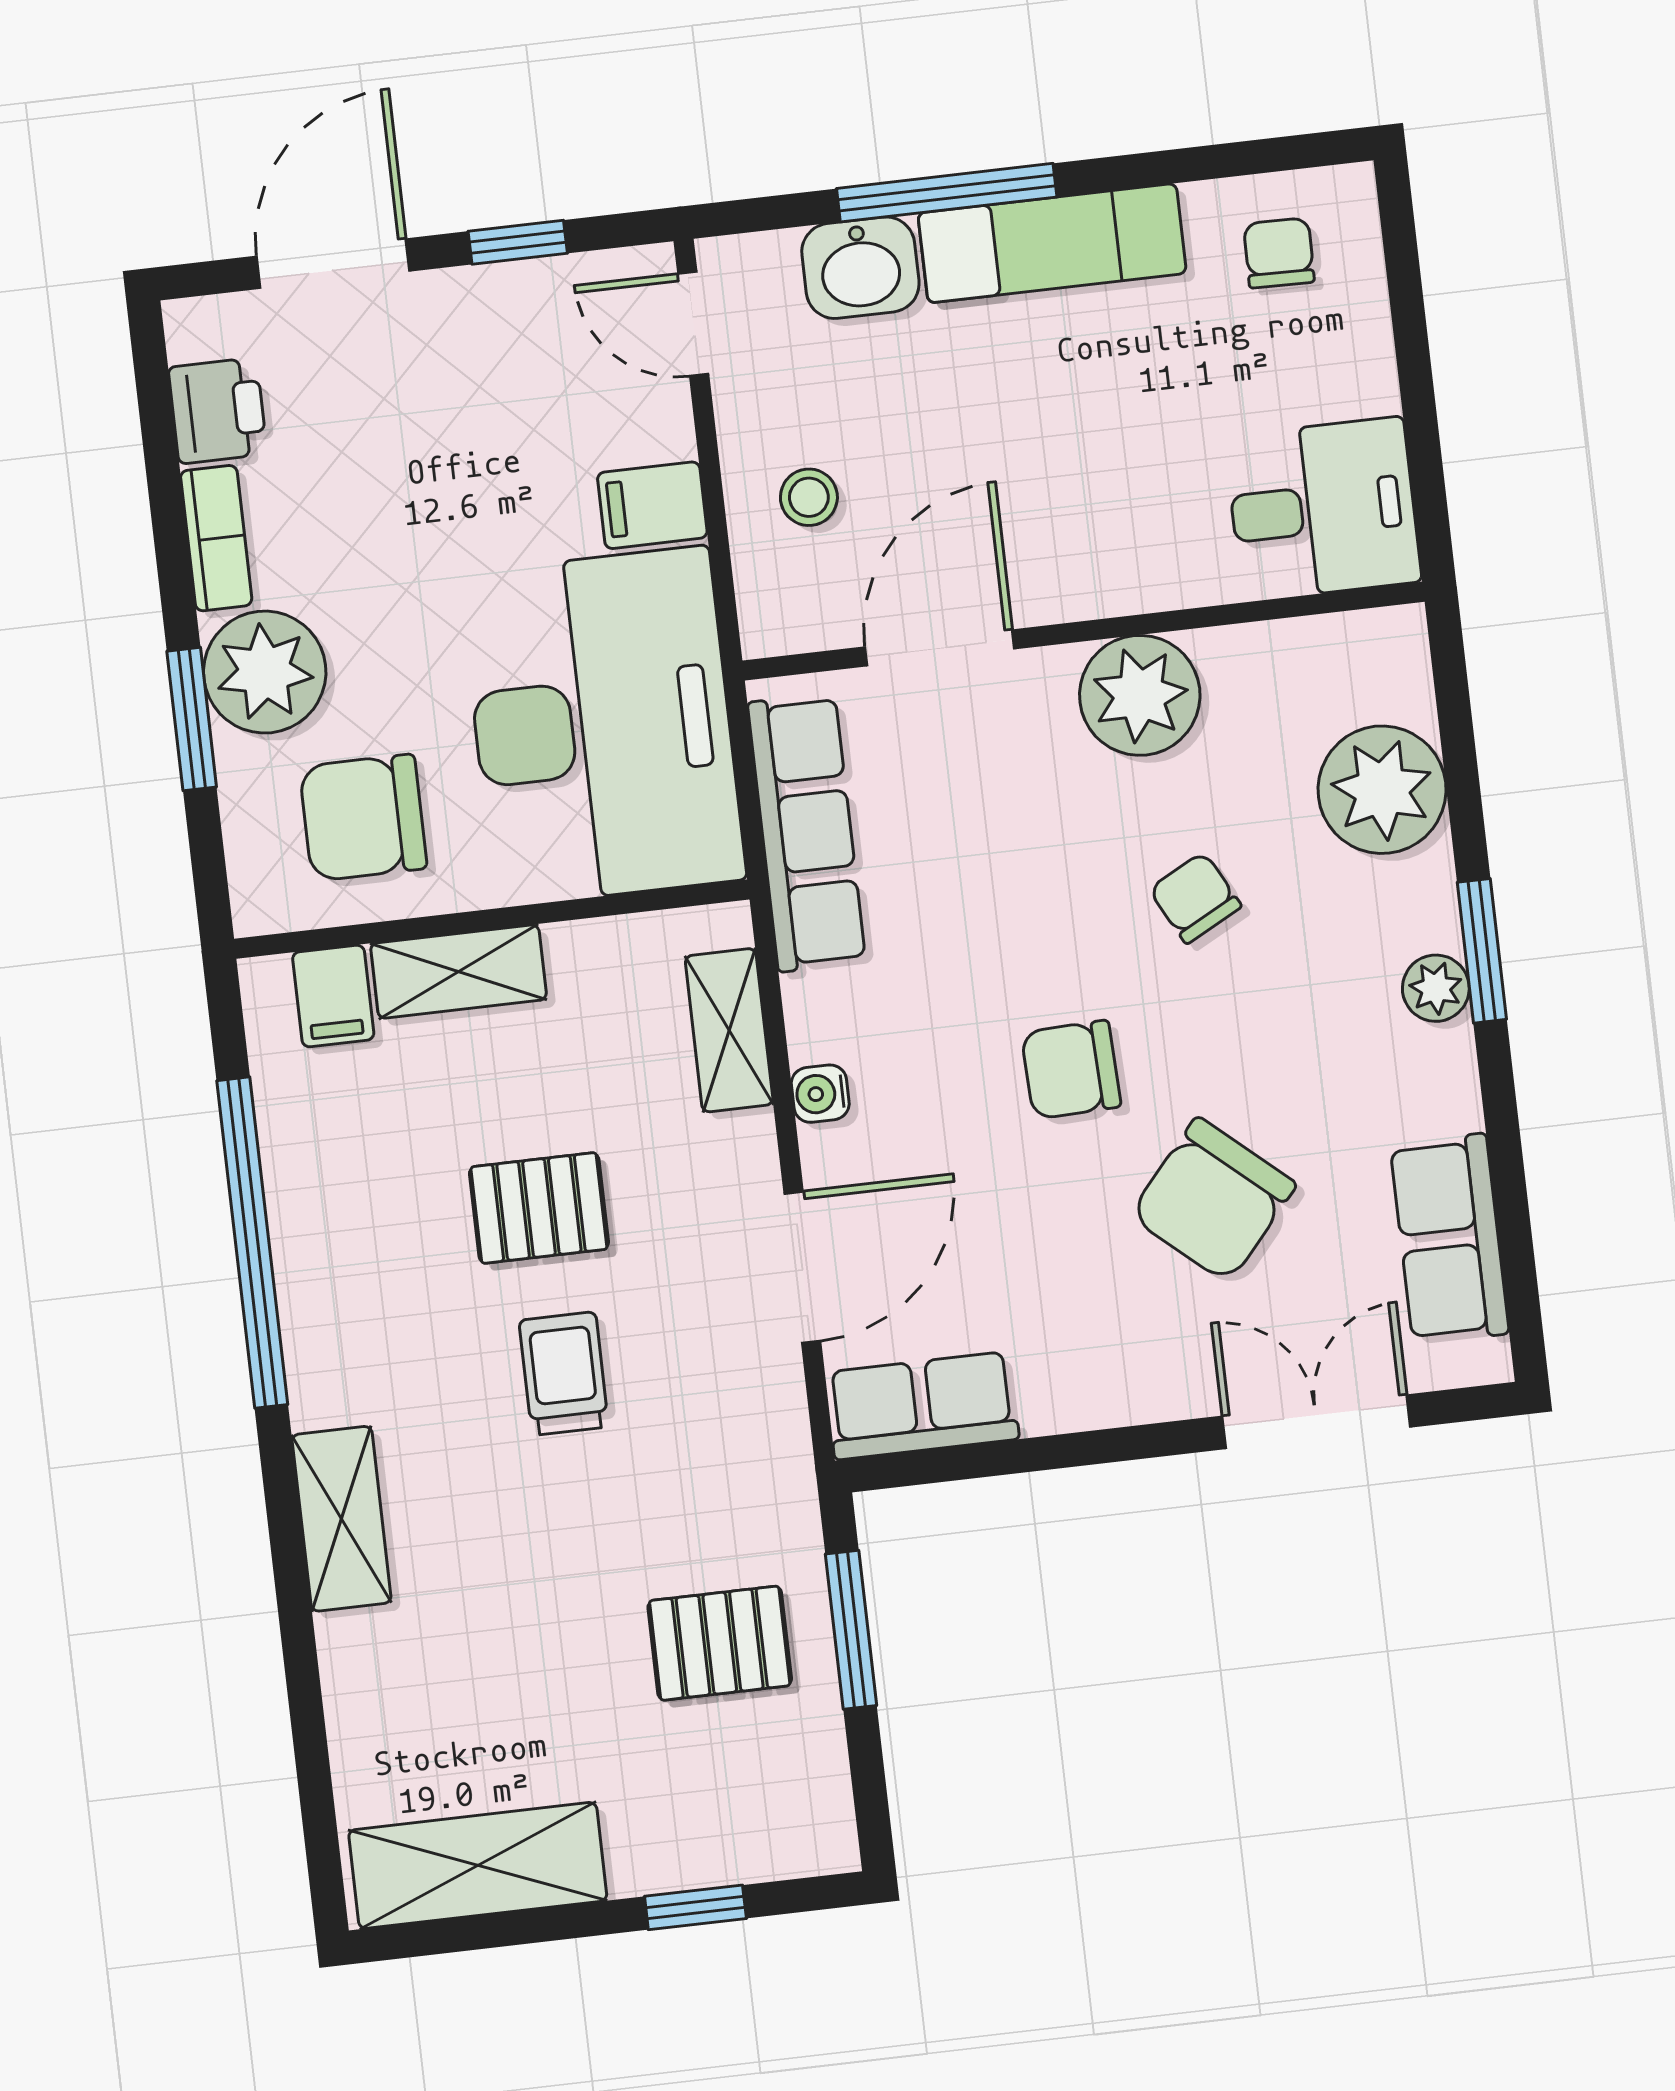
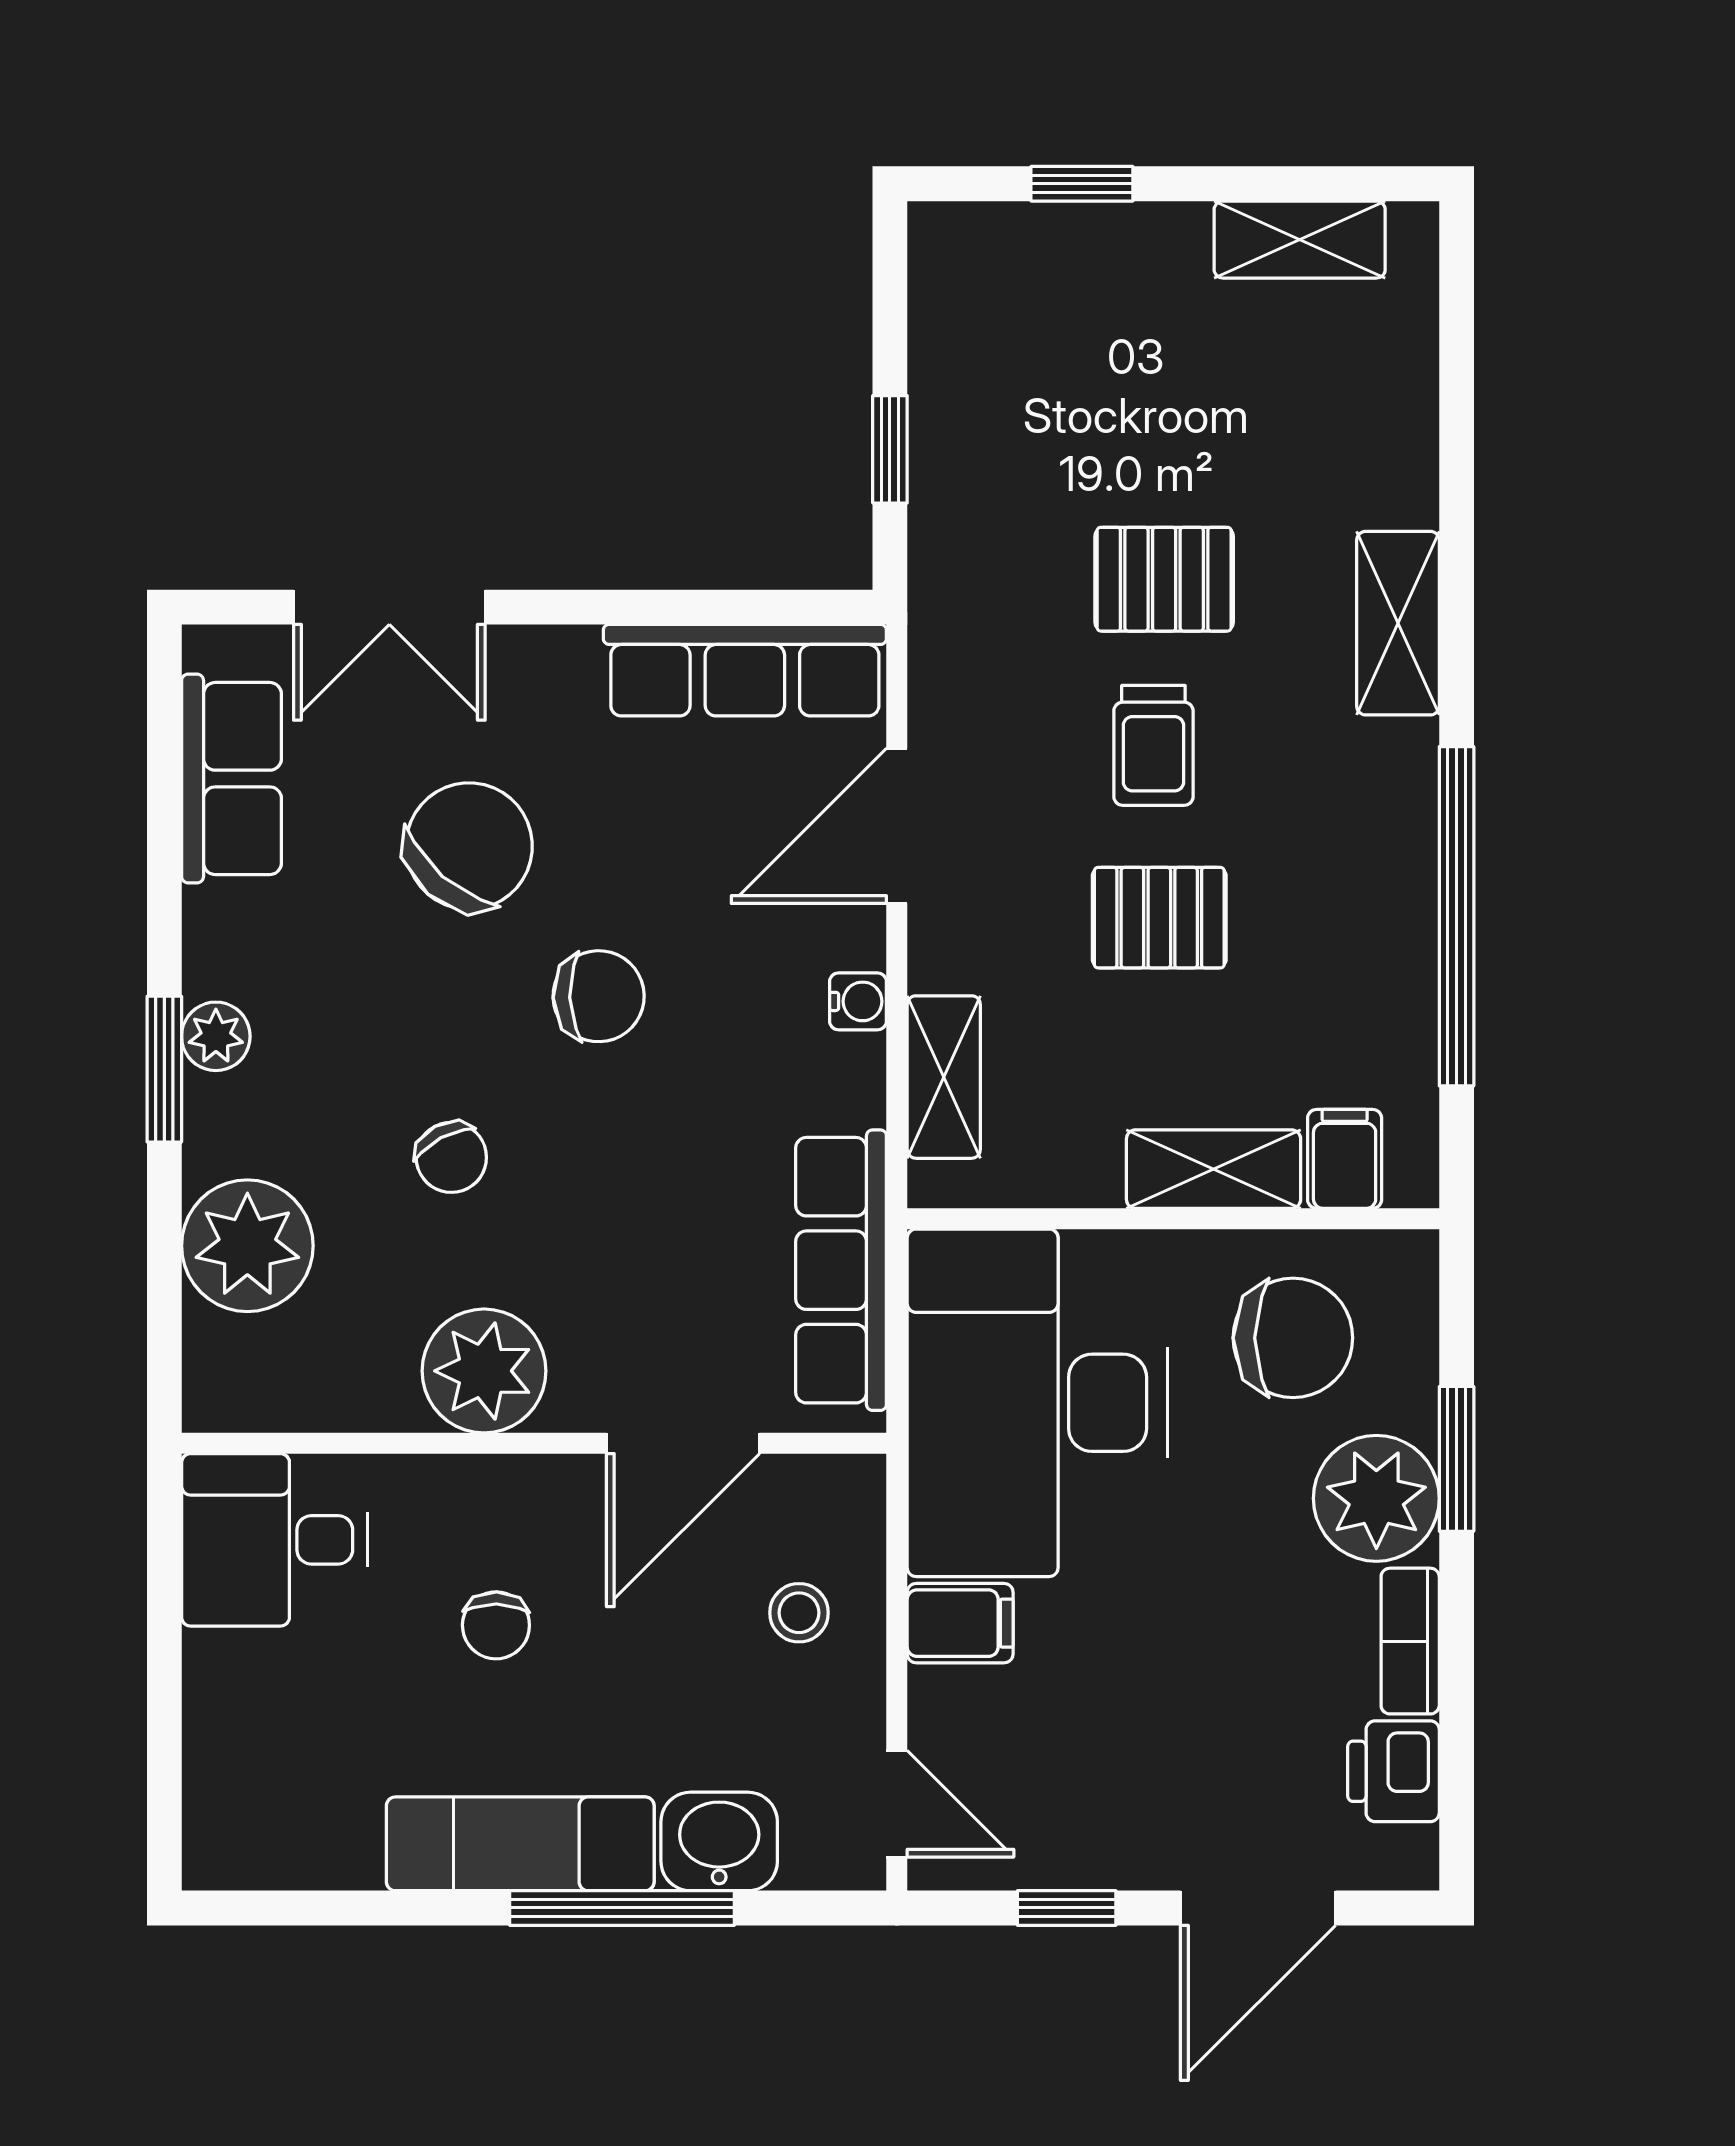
chair: (1279, 253) -> (496, 1625), moved
row of seats: (922, 1406) -> (745, 670), width x1.48
window: (851, 1630) -> (890, 449), width x0.67
pallet: (720, 1643) -> (1164, 579), moved
shelving: (478, 1865) -> (1300, 240), width x0.67, depth x0.75

